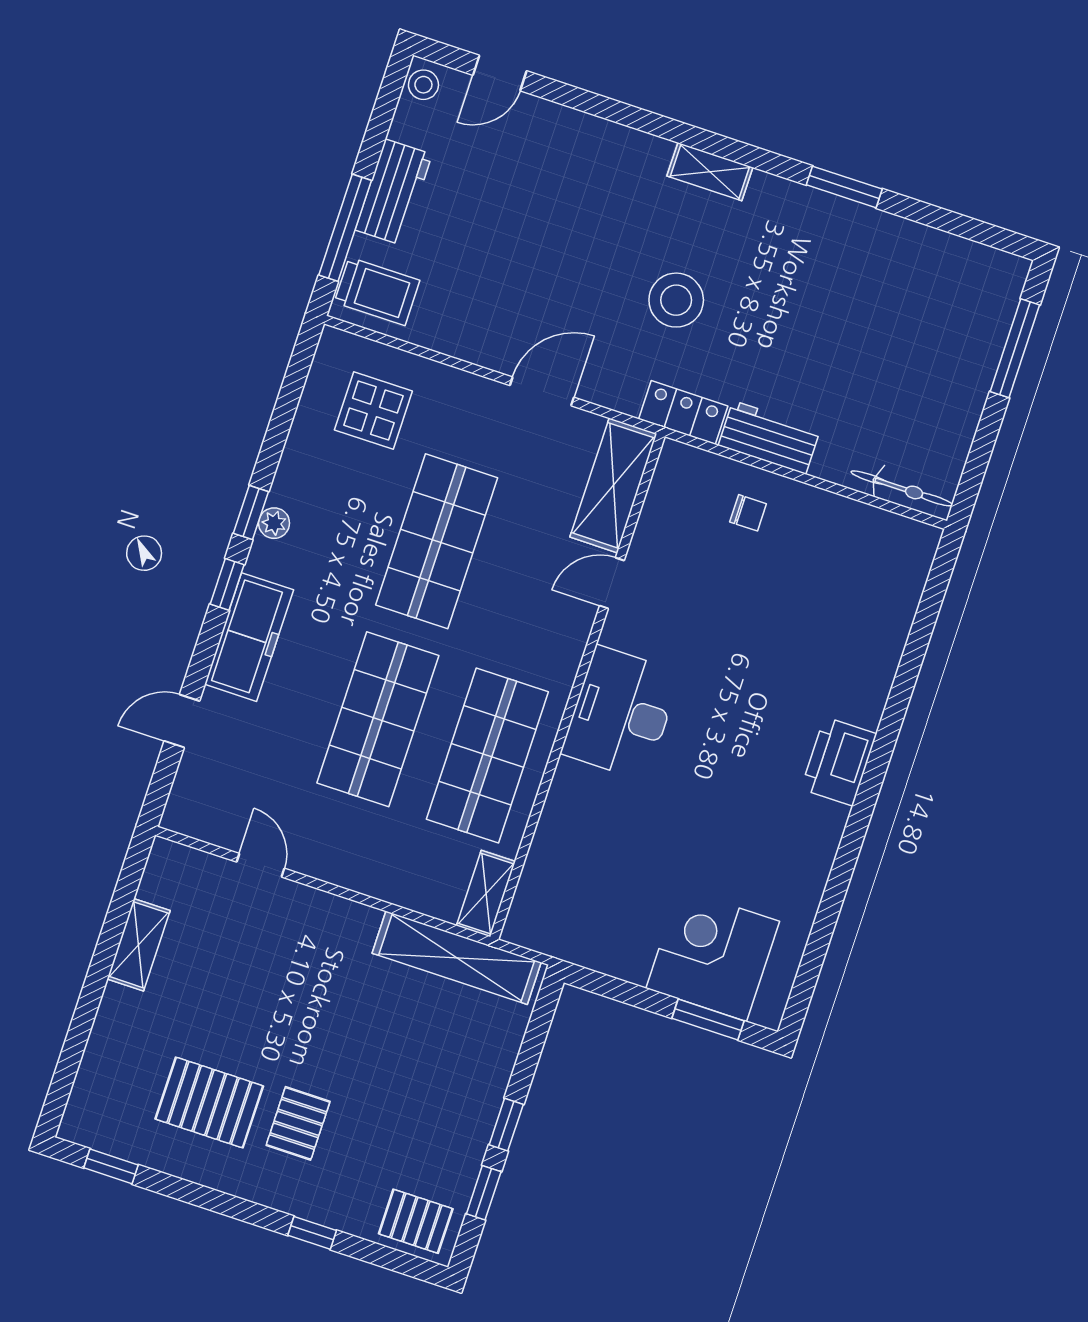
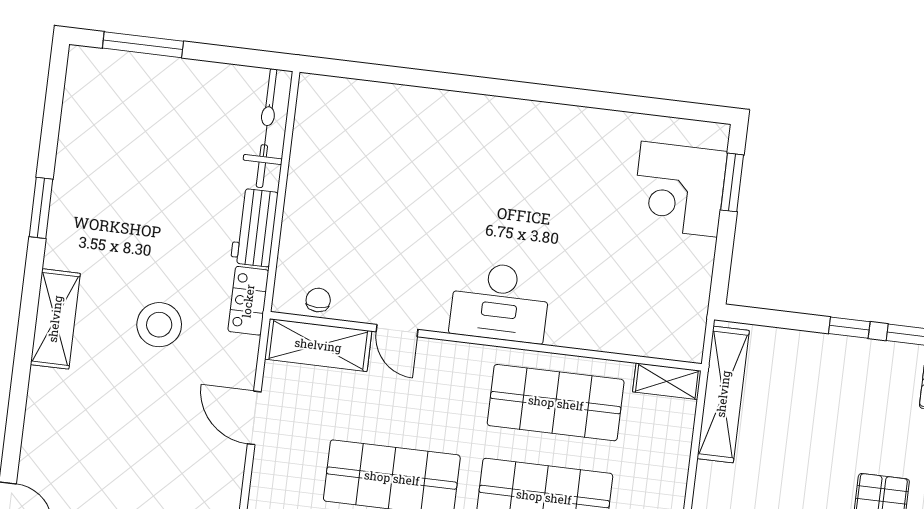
shelving: (710, 172) -> (55, 319), width x1.50, depth x1.33
bicycle: (902, 488) -> (266, 128), width x1.37, depth x1.40
chair: (748, 513) -> (318, 300), moved
printer: (839, 761) -> (503, 119), removed

